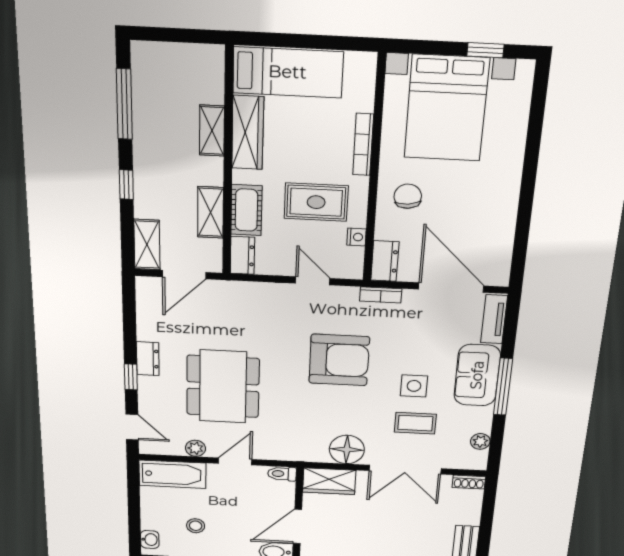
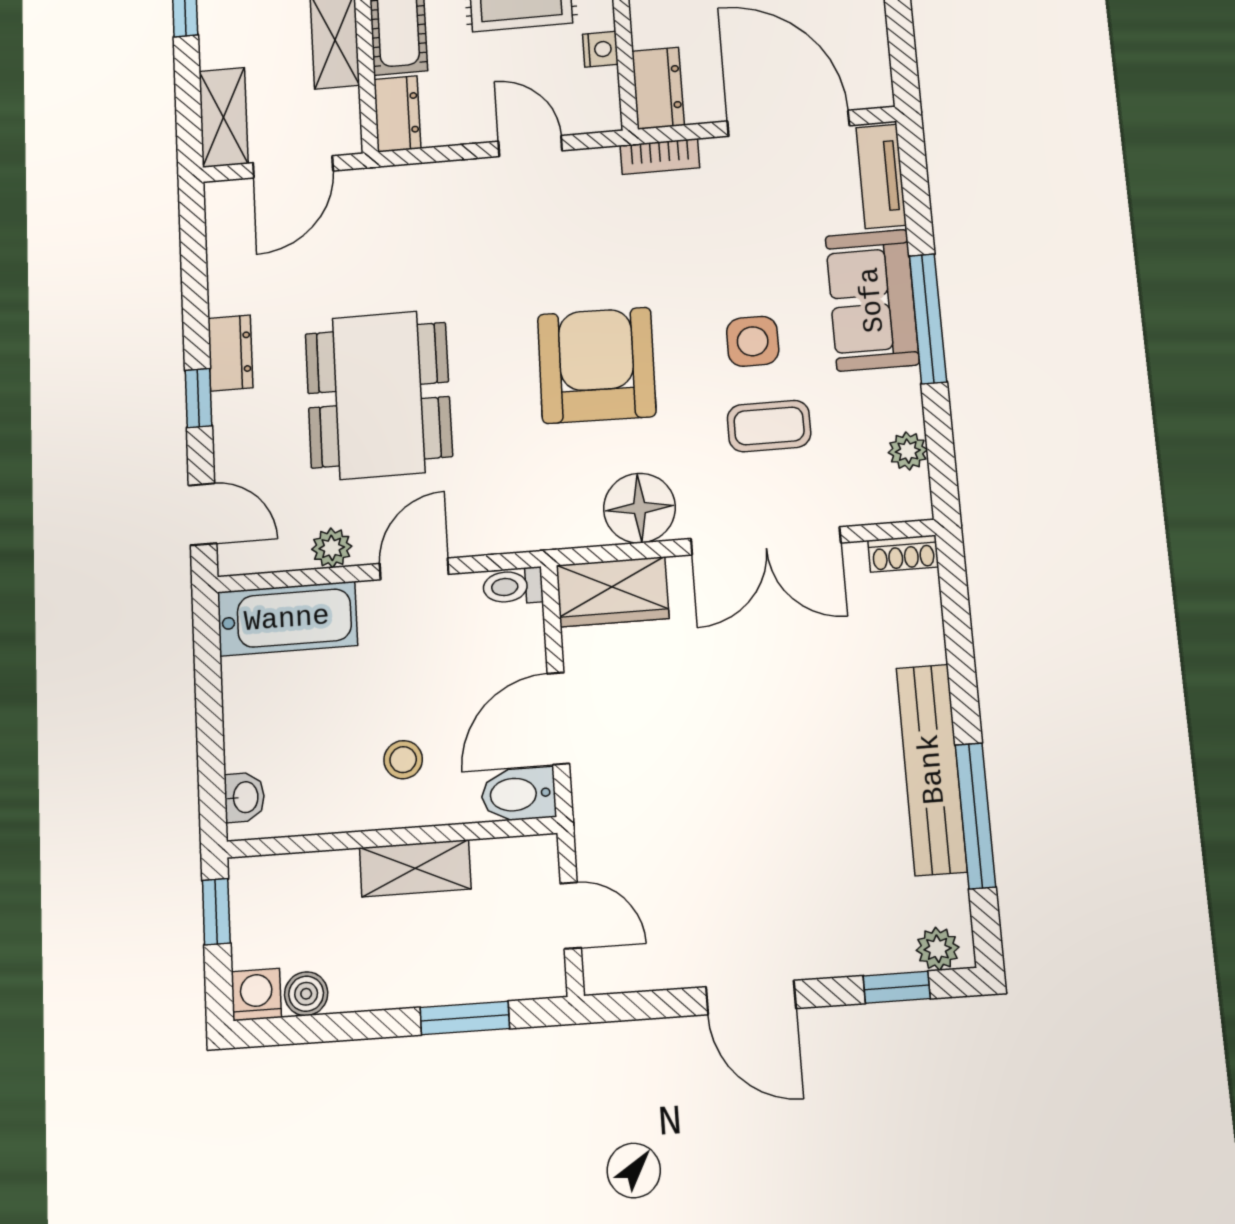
armchair: (339, 360) -> (597, 365), moved, turned -89
stool: (196, 526) -> (403, 760), moved

